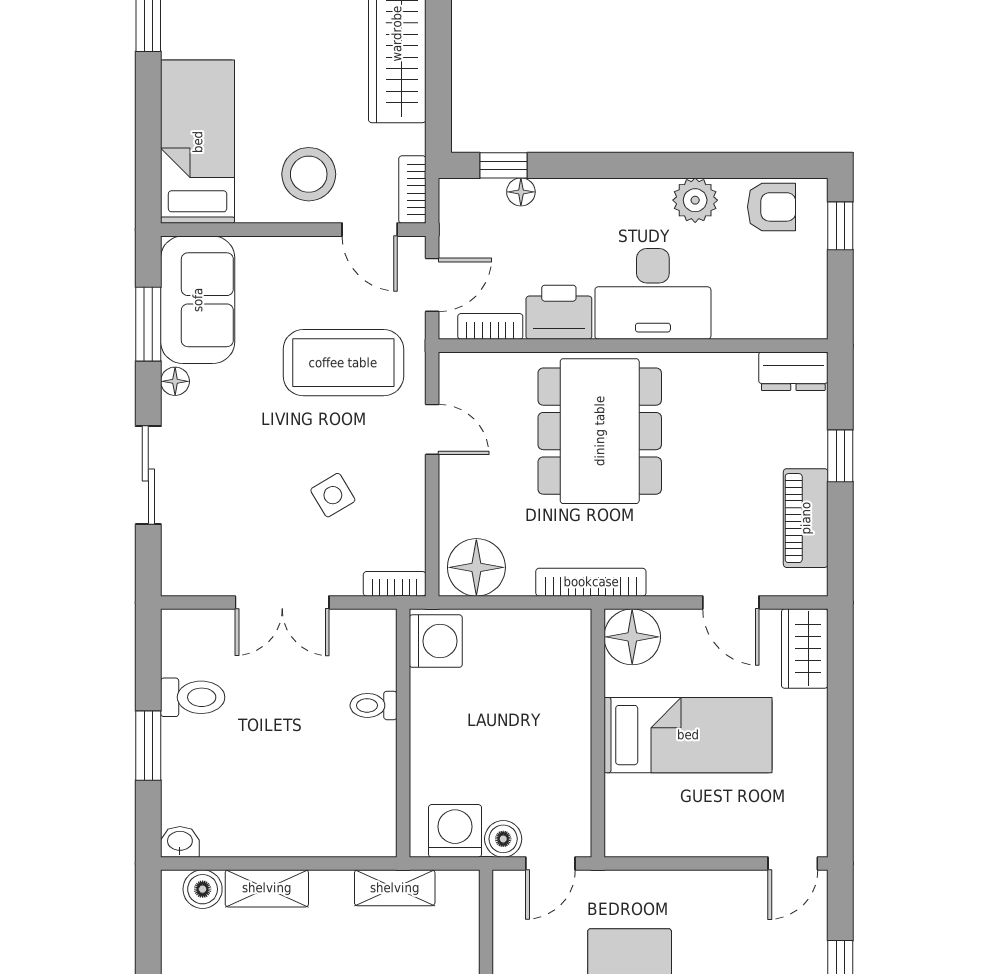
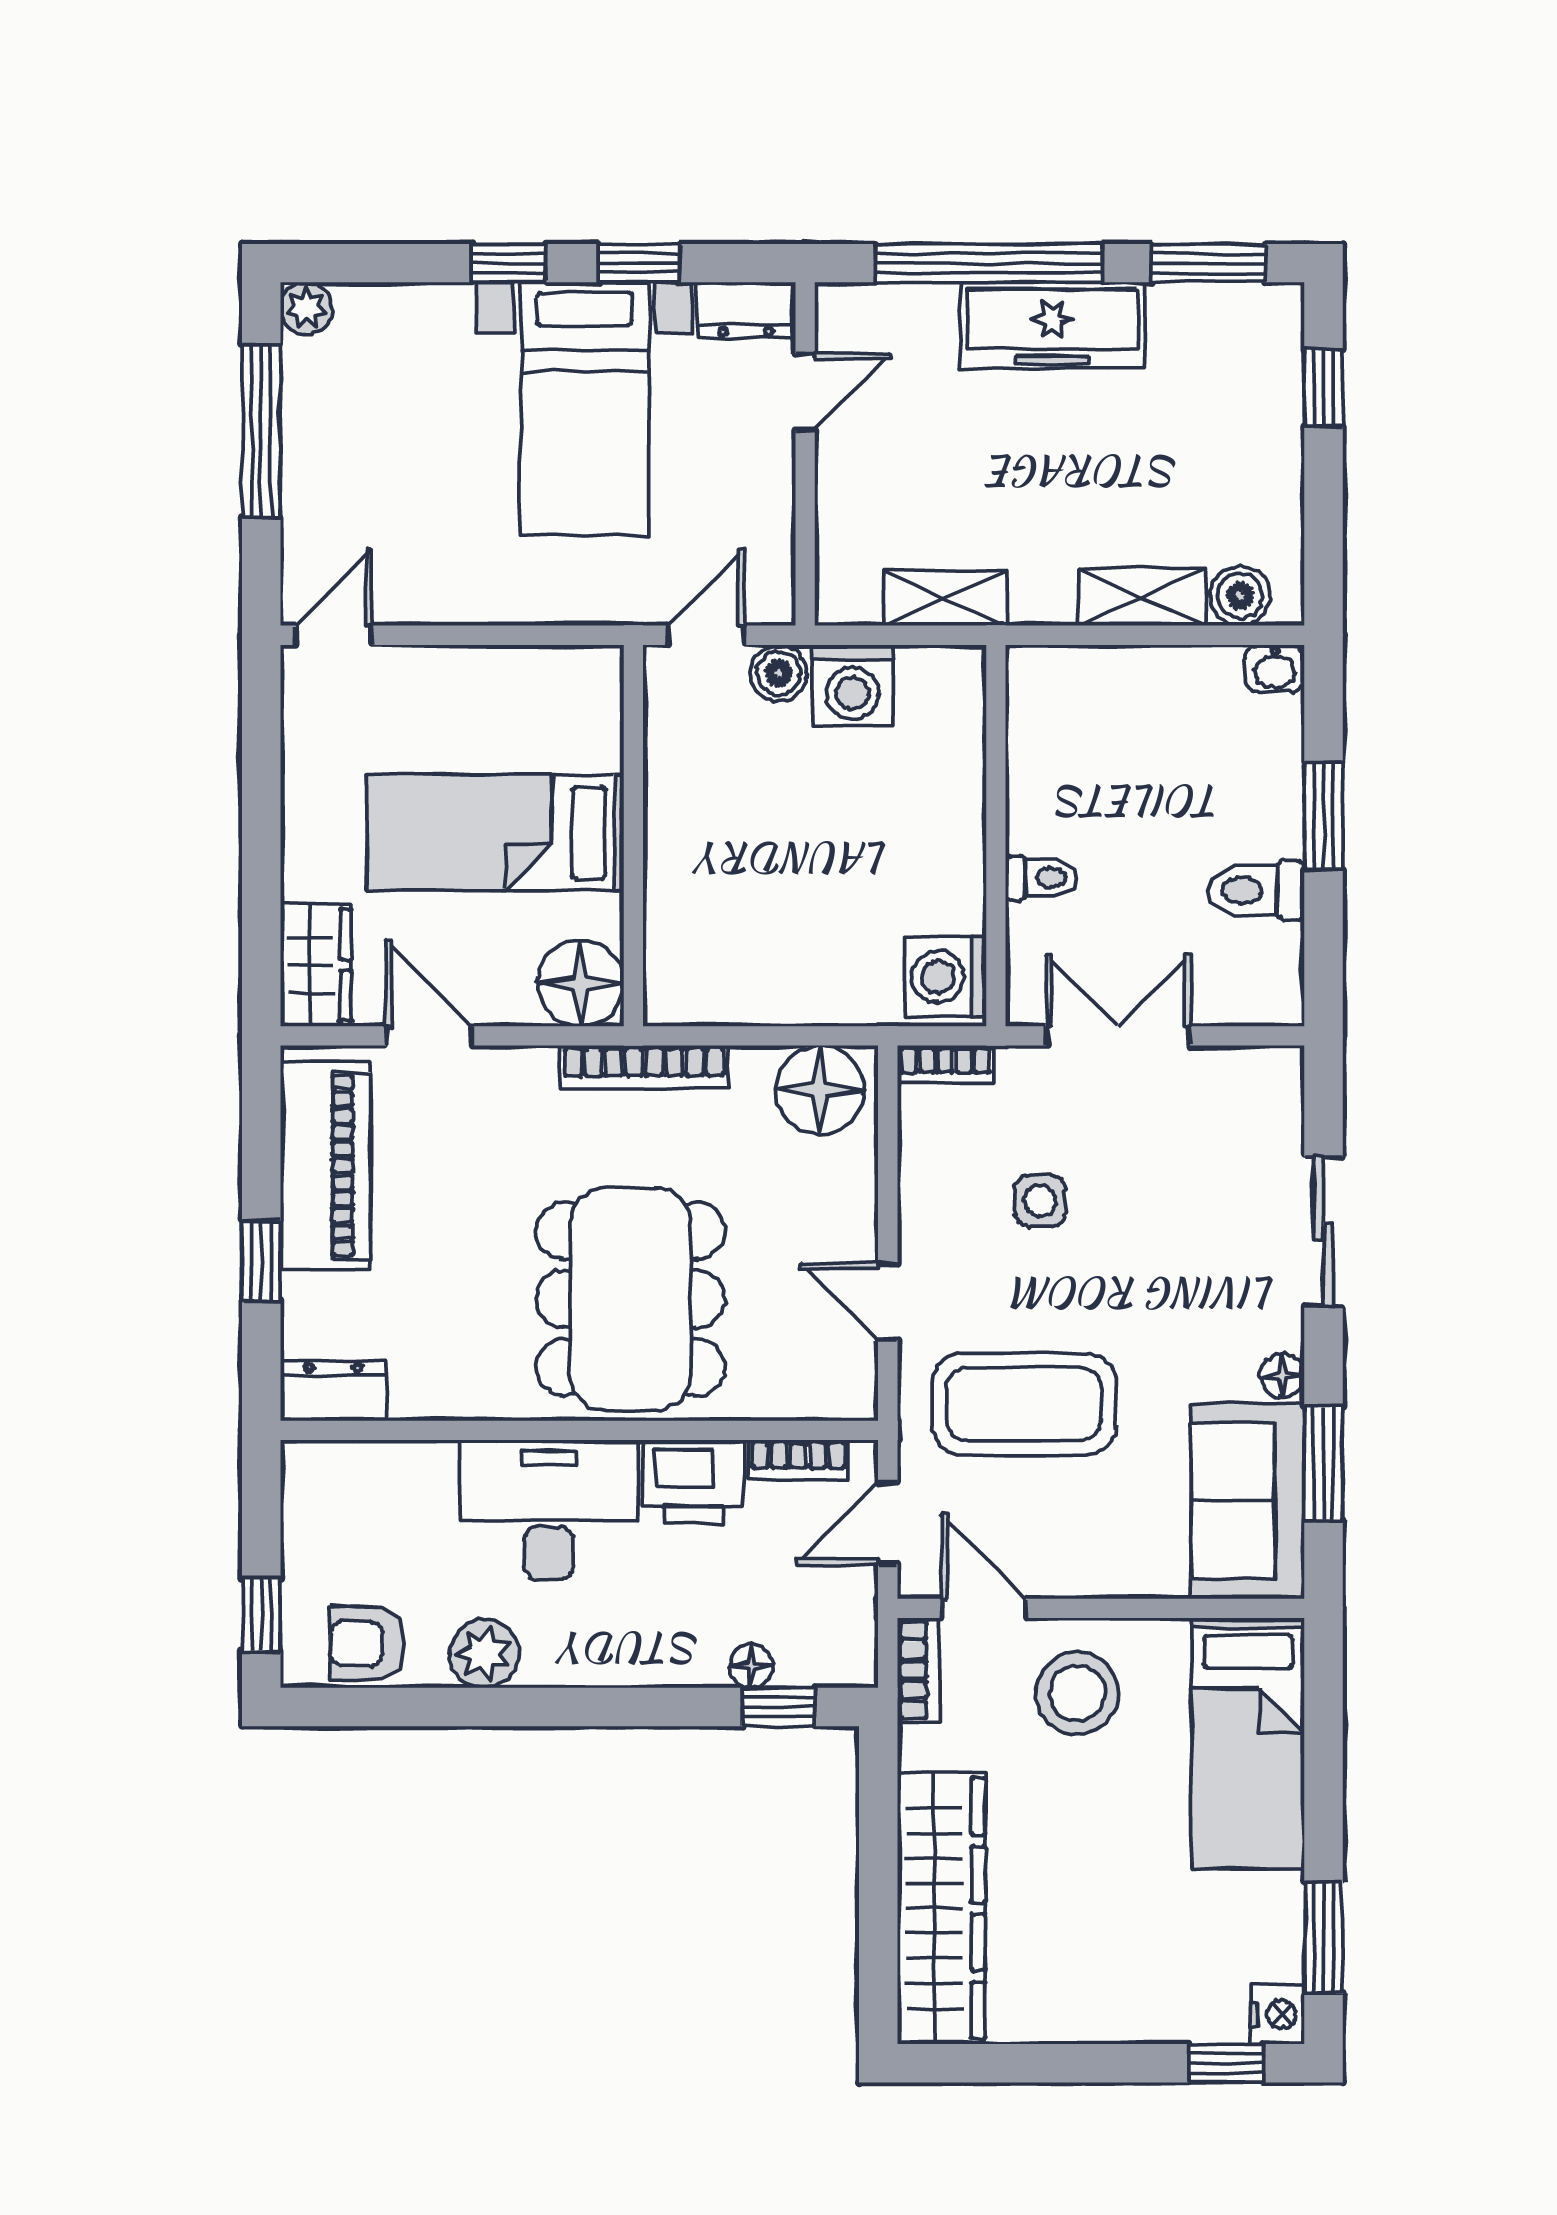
side table: (333, 495) -> (1040, 1201), turned 31
piano: (806, 518) -> (325, 1166), width x1.37, depth x1.33
washing machine: (436, 641) -> (946, 977), moved
toilet: (374, 705) -> (1041, 878), moved
wall: (403, 733) -> (996, 836), moved

